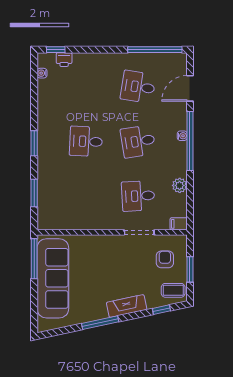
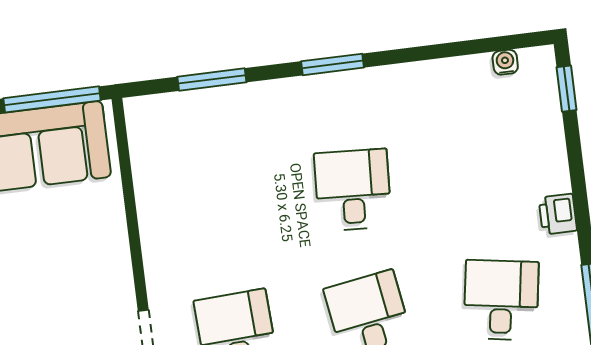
printer: (64, 60) -> (558, 214), moved

